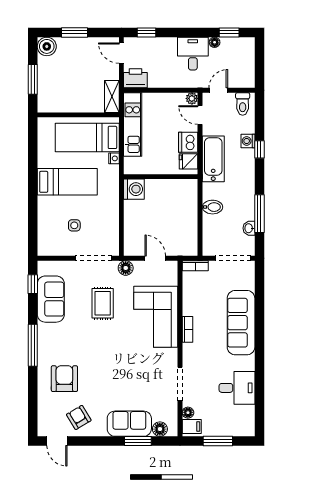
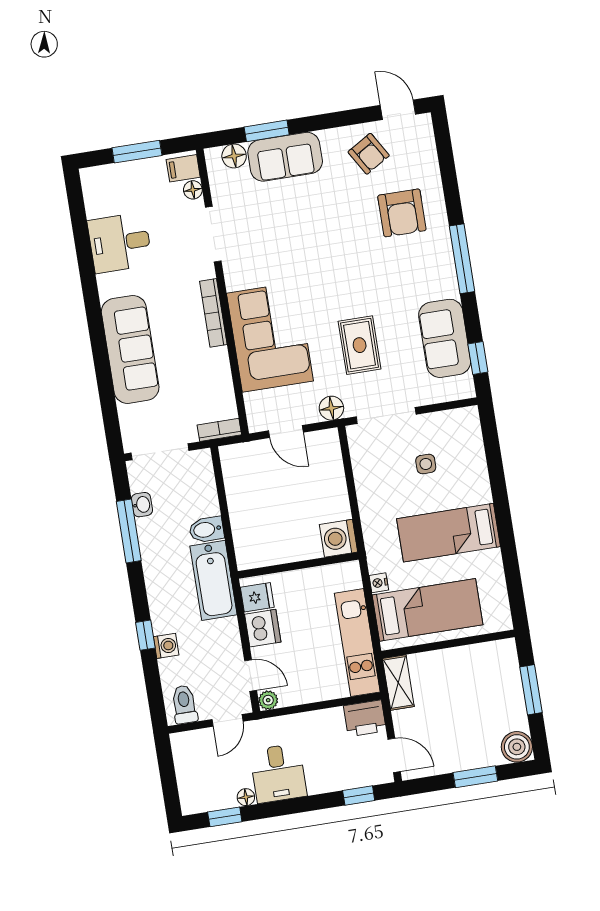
bathtub: (213, 159) -> (213, 580), moved
bookcase: (188, 329) -> (213, 313), width x1.56

